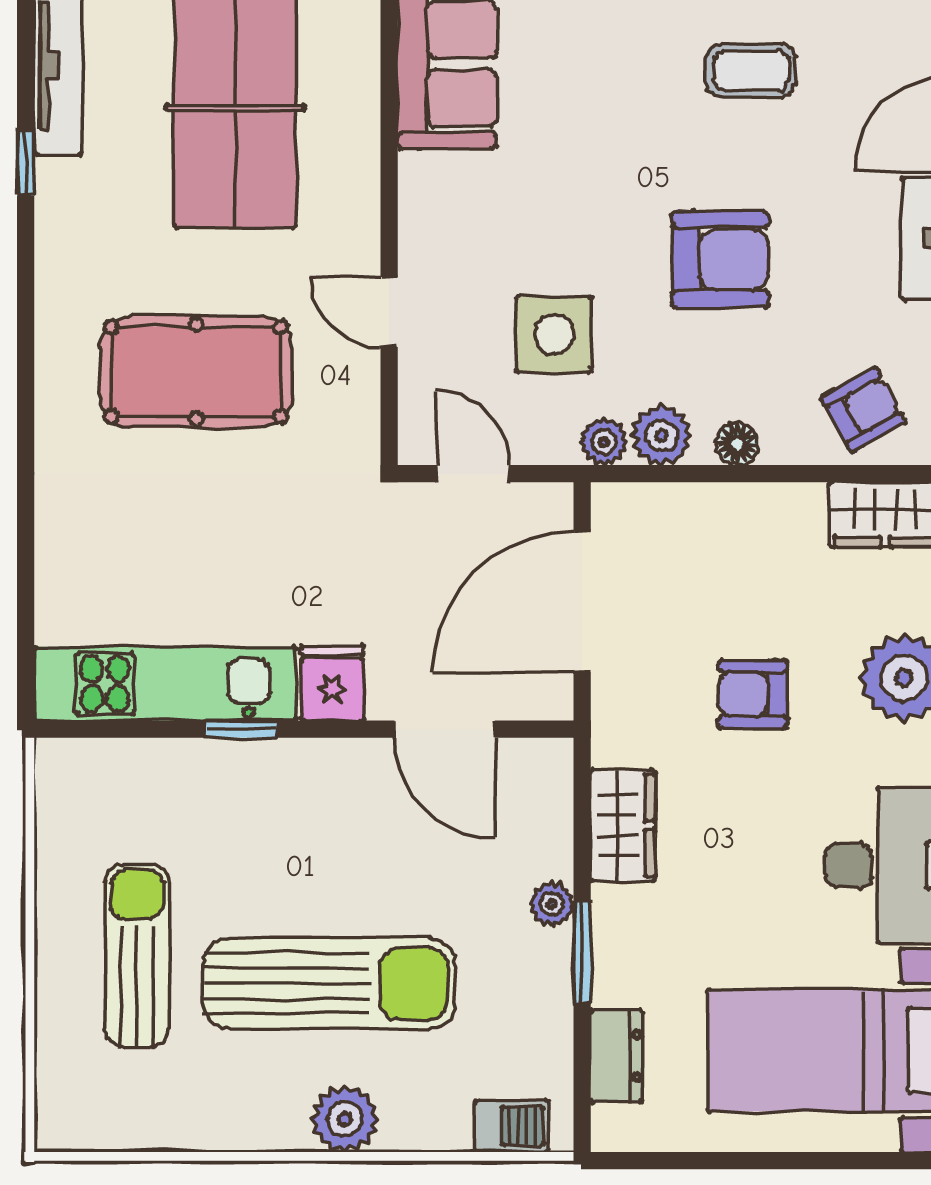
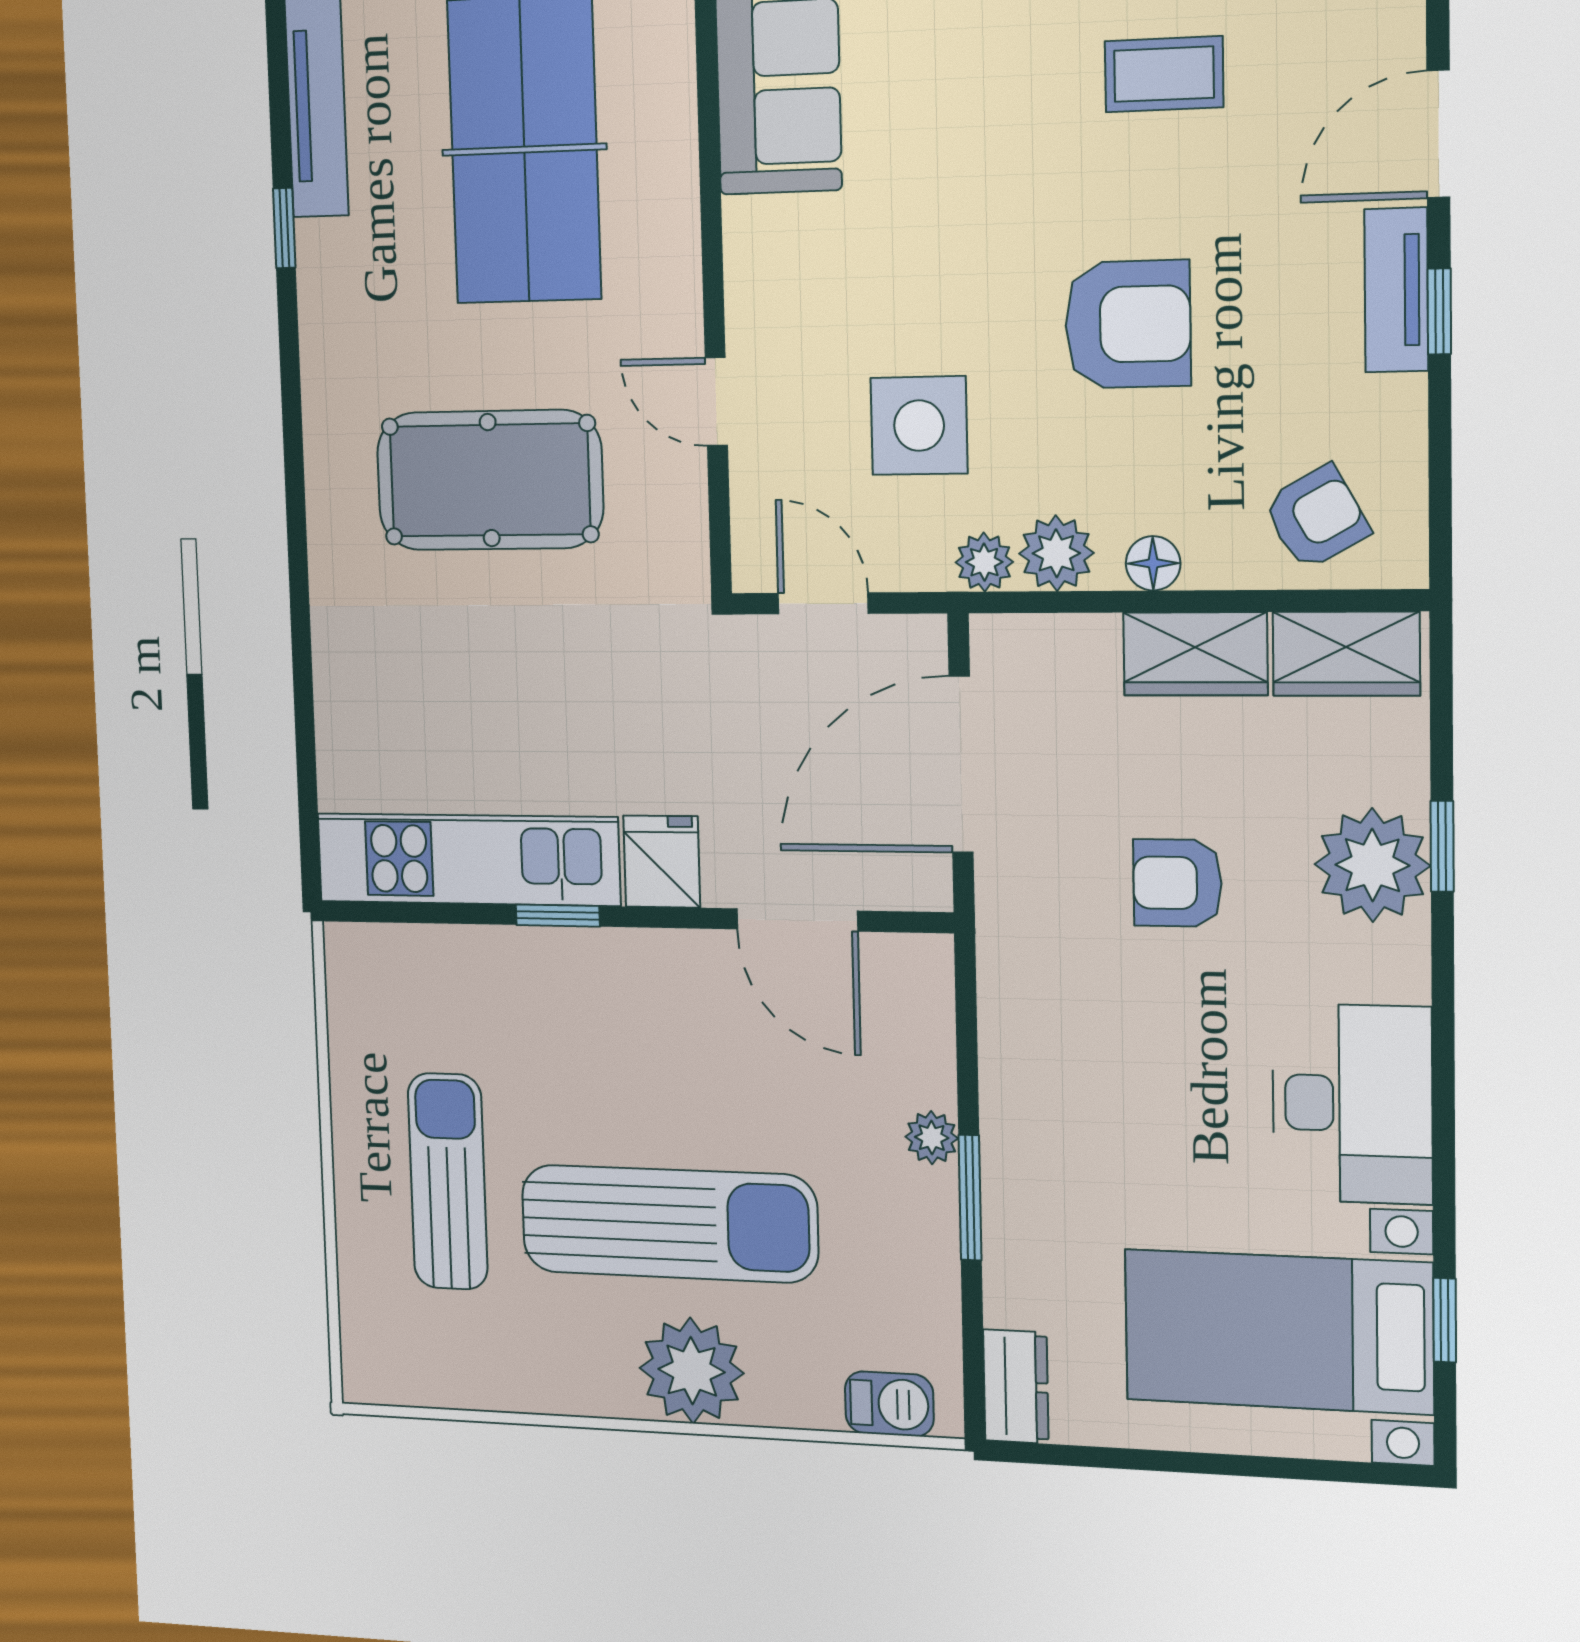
wardrobe: (623, 825) -> (1195, 654), moved, turned 90
dresser: (617, 1056) -> (1016, 1387), moved
plant: (345, 1119) -> (692, 1371), width x1.36, depth x1.36

